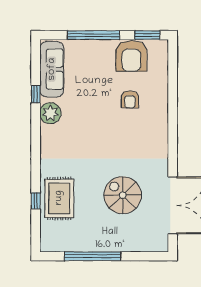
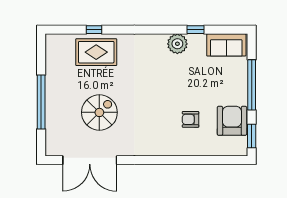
armchair: (131, 56) -> (232, 121), turned 90
sofa: (52, 69) -> (226, 45), width x0.73
window: (93, 256) -> (41, 102), moved

